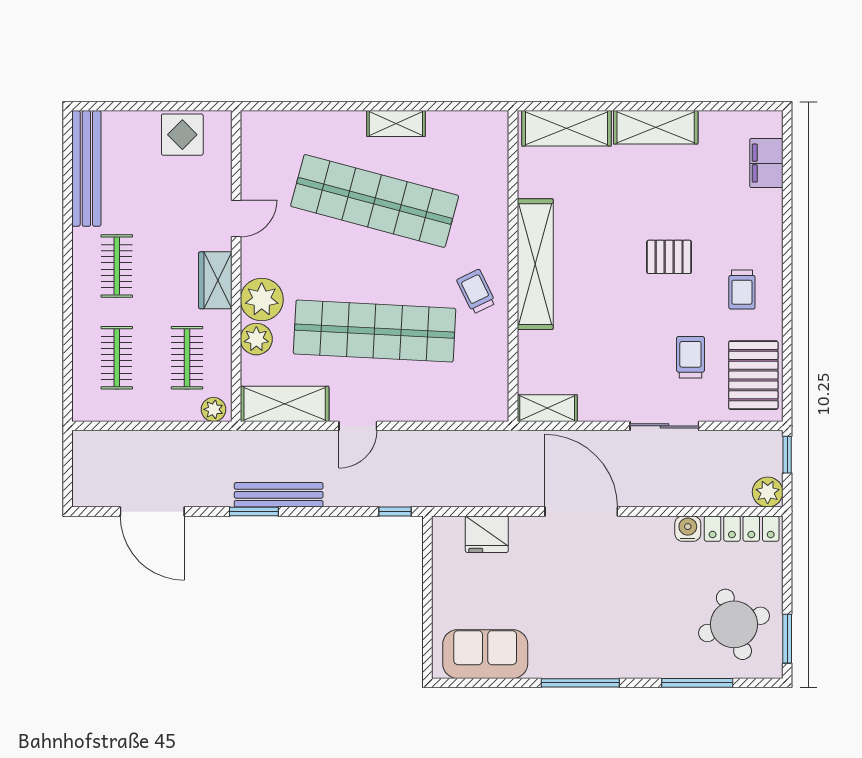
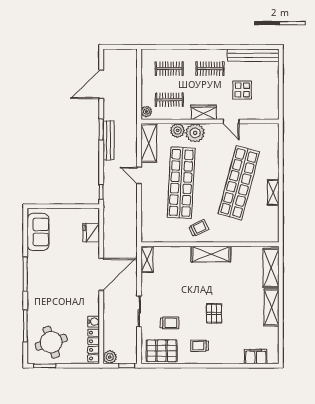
display table: (182, 135) -> (242, 90), moved
shelving: (535, 264) -> (211, 254), width x0.68

